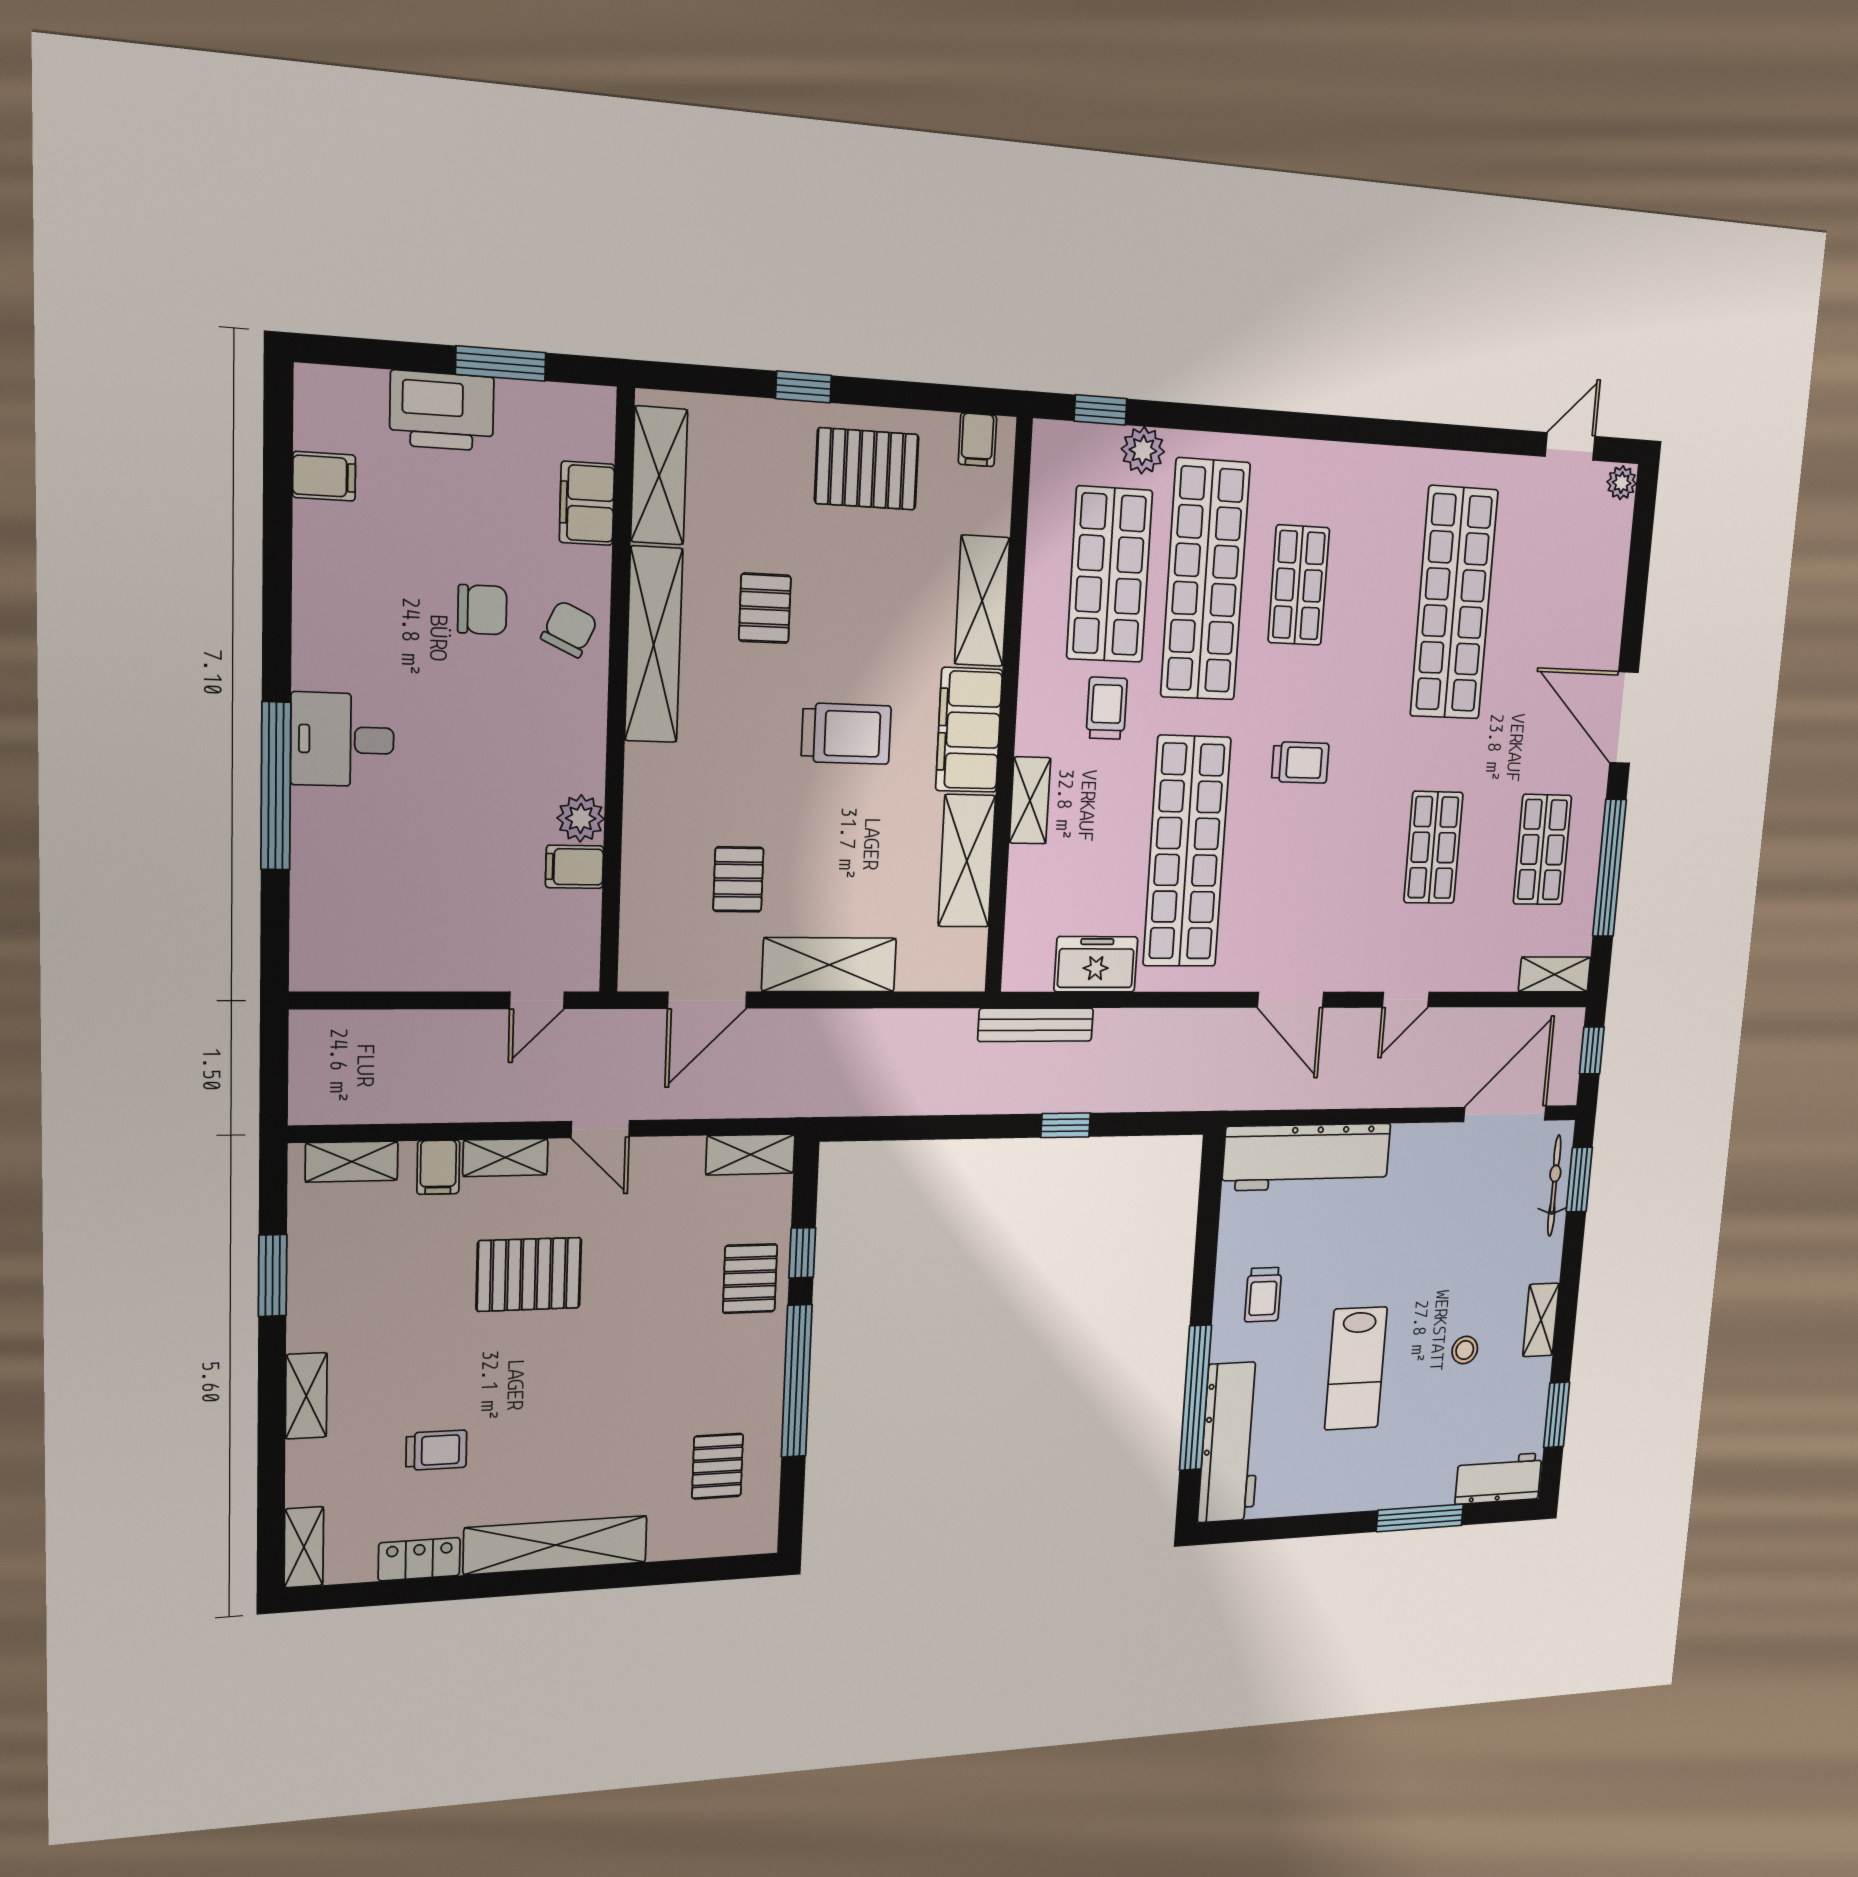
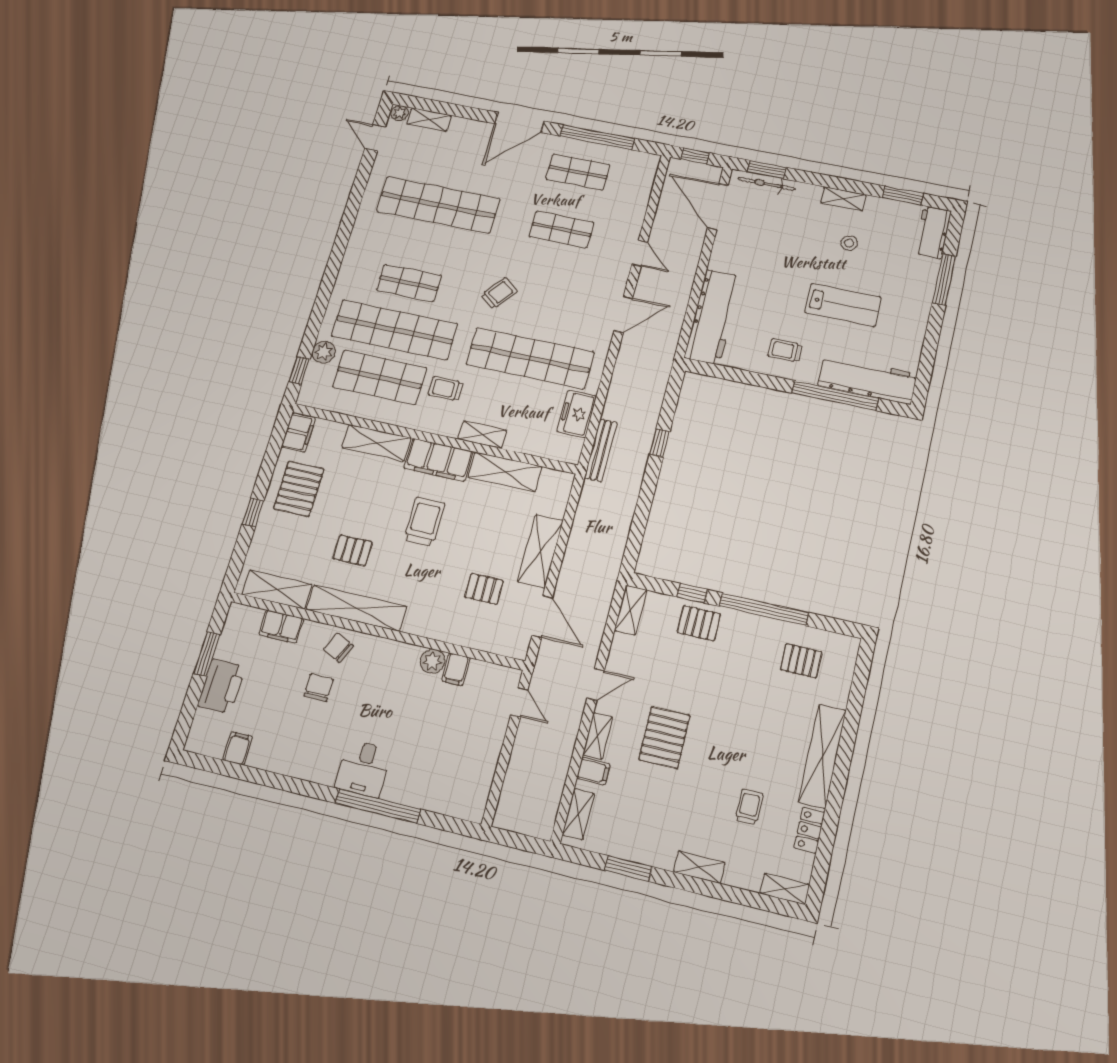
filing cabinet: (977, 440) -> (298, 433), width x2.00
trolley: (1300, 763) -> (499, 293), turned 38
shelving: (1555, 975) -> (429, 119), moved, turned 90
trolley: (1263, 1295) -> (785, 350), turned 180

